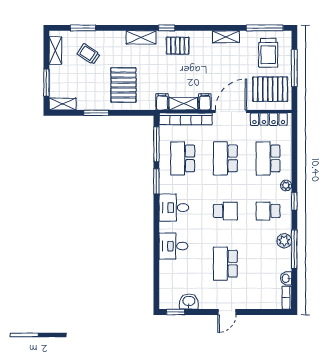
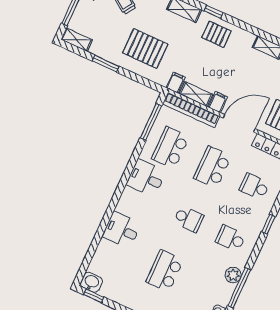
pallet: (123, 85) -> (145, 49), turned 90
school desk: (268, 158) -> (255, 186), width x0.54
window: (156, 181) -> (134, 158), removed
plant: (286, 186) -> (260, 221), removed
window: (294, 201) -> (268, 224), moved
desk: (174, 208) -> (146, 178), moved
washbasin: (189, 301) -> (91, 282), moved

